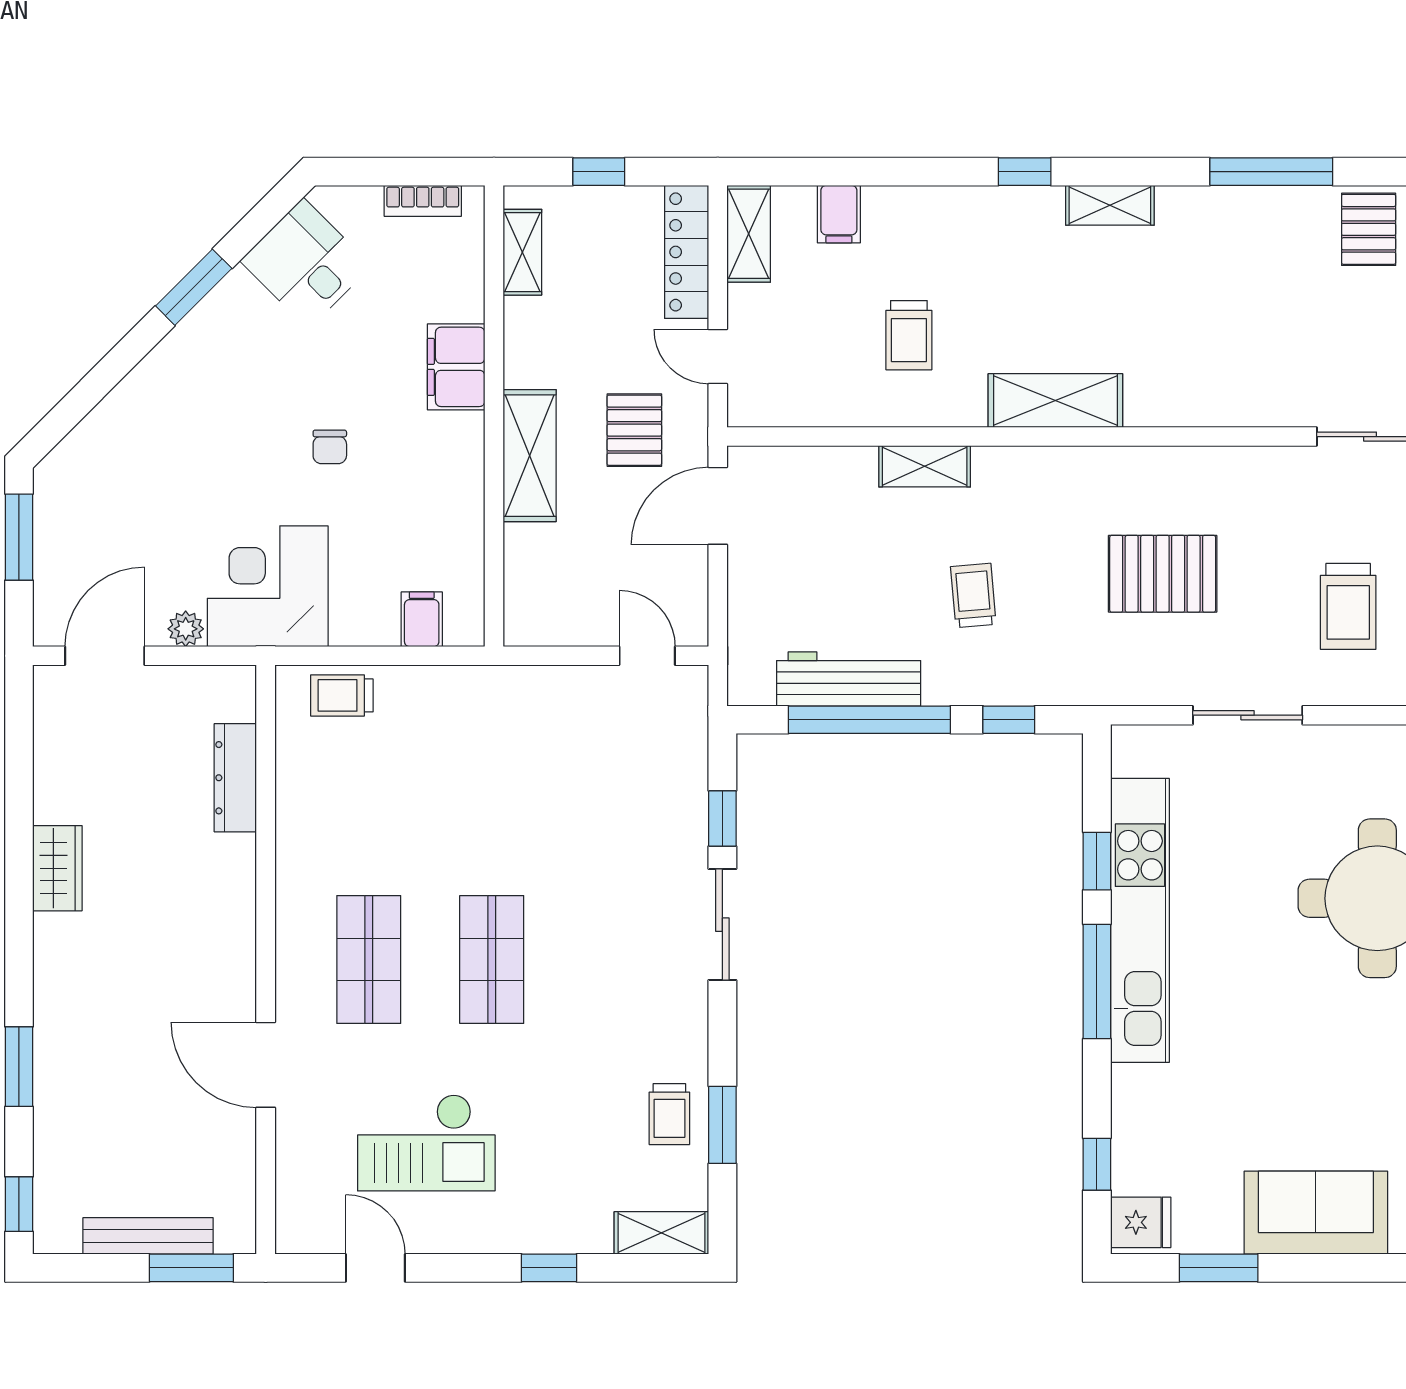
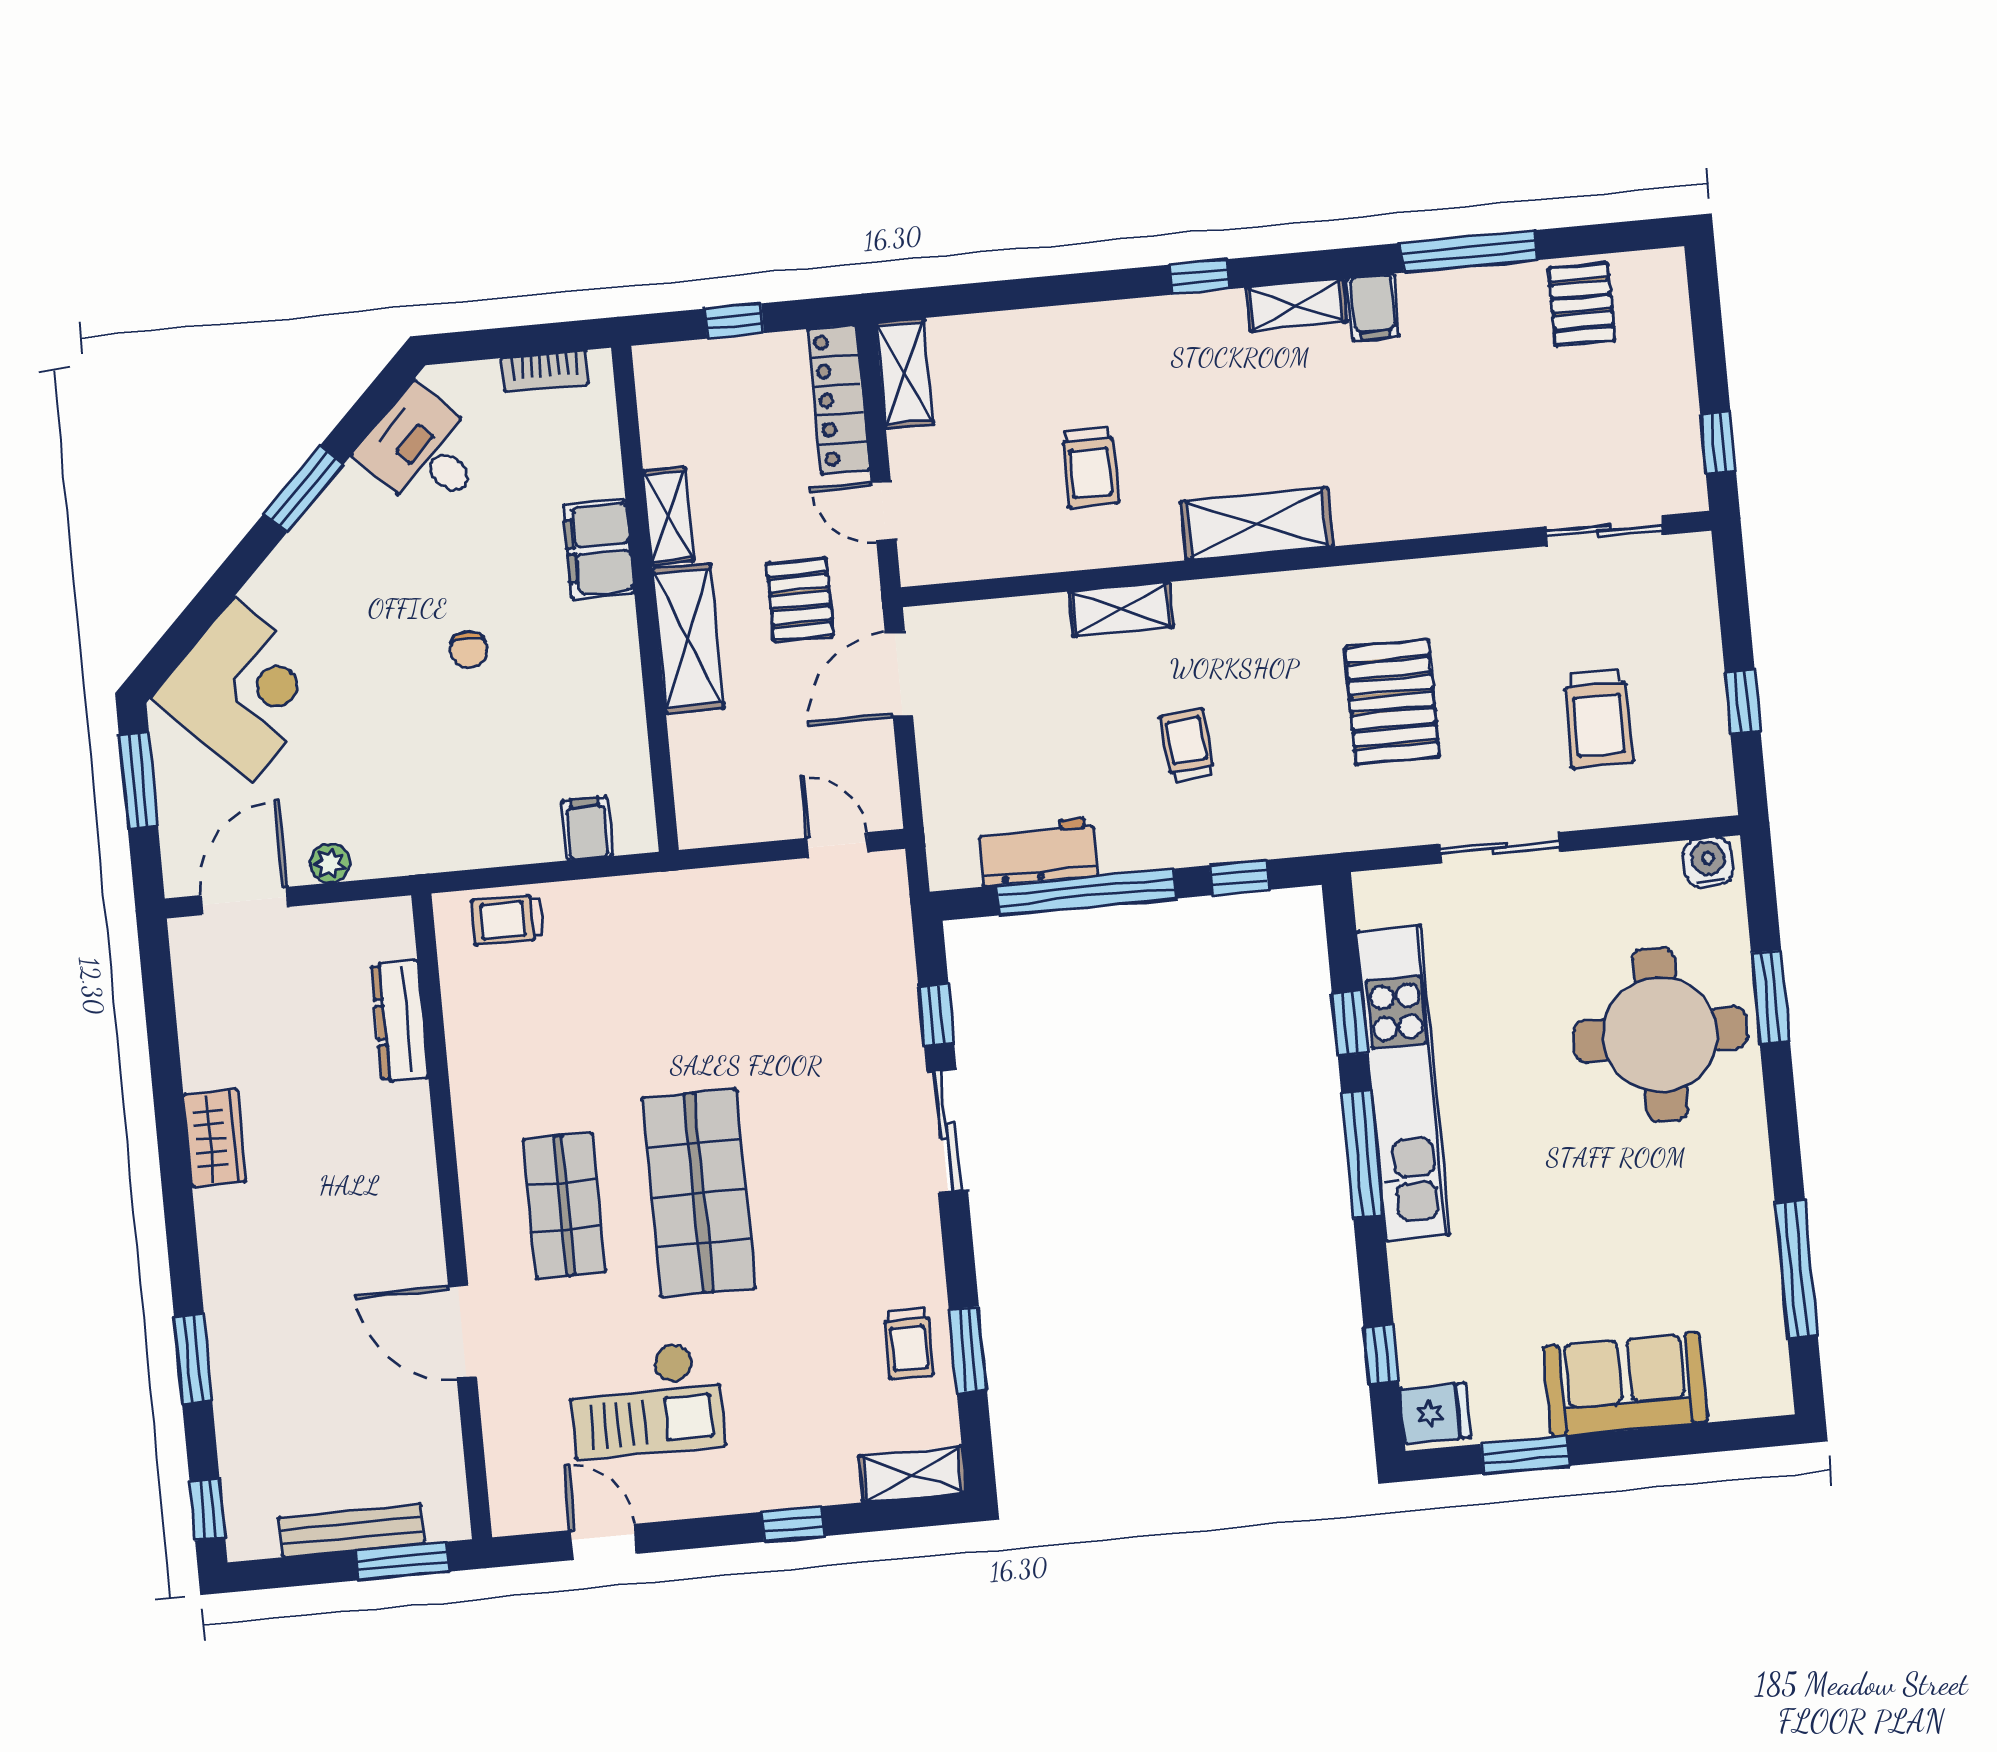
filing cabinet: (839, 214) -> (1373, 307), moved
shelving: (522, 252) -> (669, 516), moved
pallet: (1163, 574) -> (1392, 702), turned 90
corner desk: (268, 586) -> (243, 689), moved, turned 135
workbench: (849, 679) -> (1038, 852), width x0.73
shop shelf: (492, 960) -> (699, 1193), width x1.43, depth x1.36

